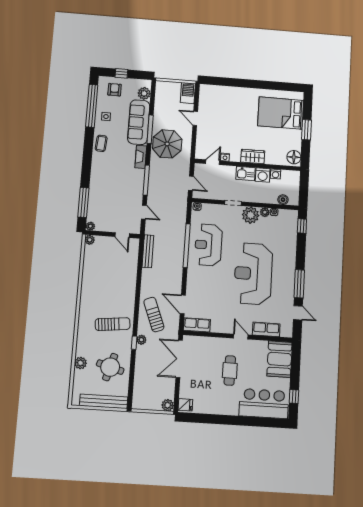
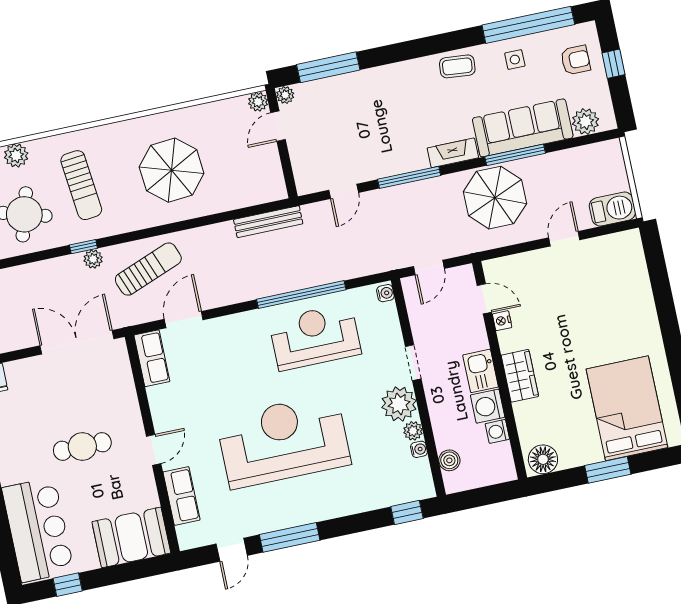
door: (122, 235) -> (278, 126), moved
parasol: (110, 290) -> (172, 170), added
sun lounger: (113, 324) -> (81, 185), moved

